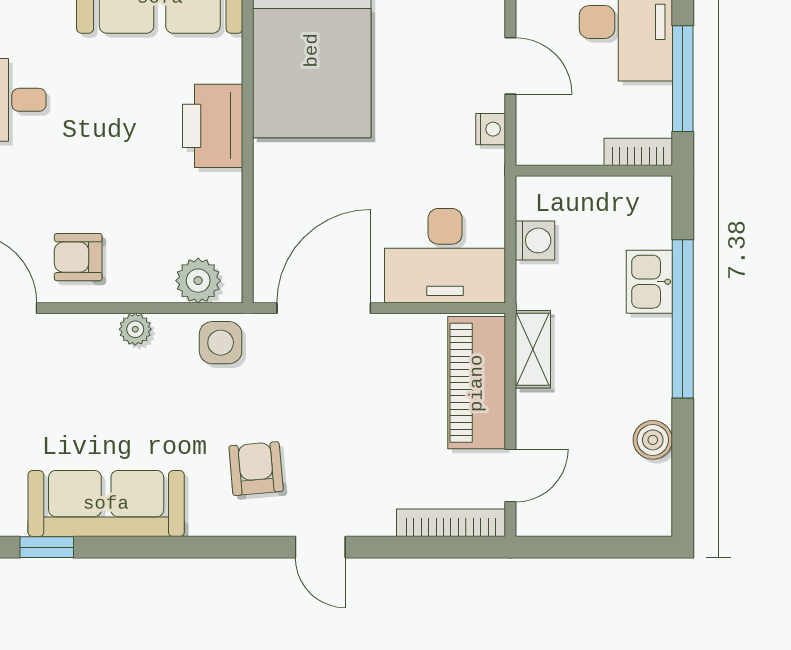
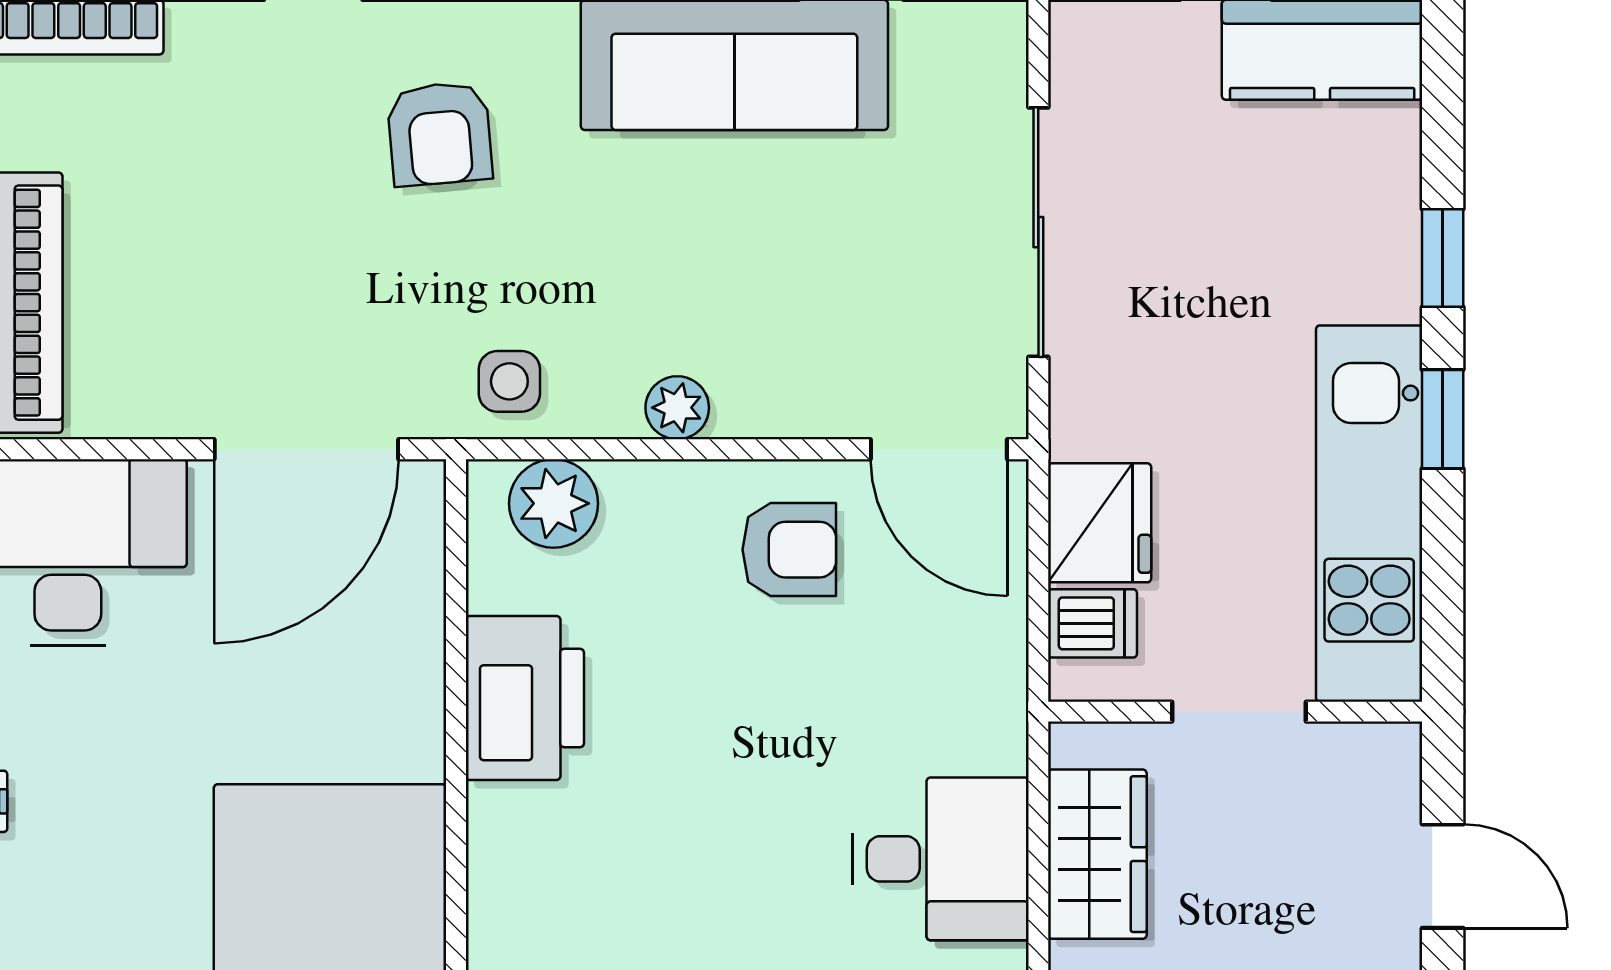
printer: (213, 126) -> (525, 698), moved
side table: (221, 343) -> (509, 381), width x0.73, depth x0.73

